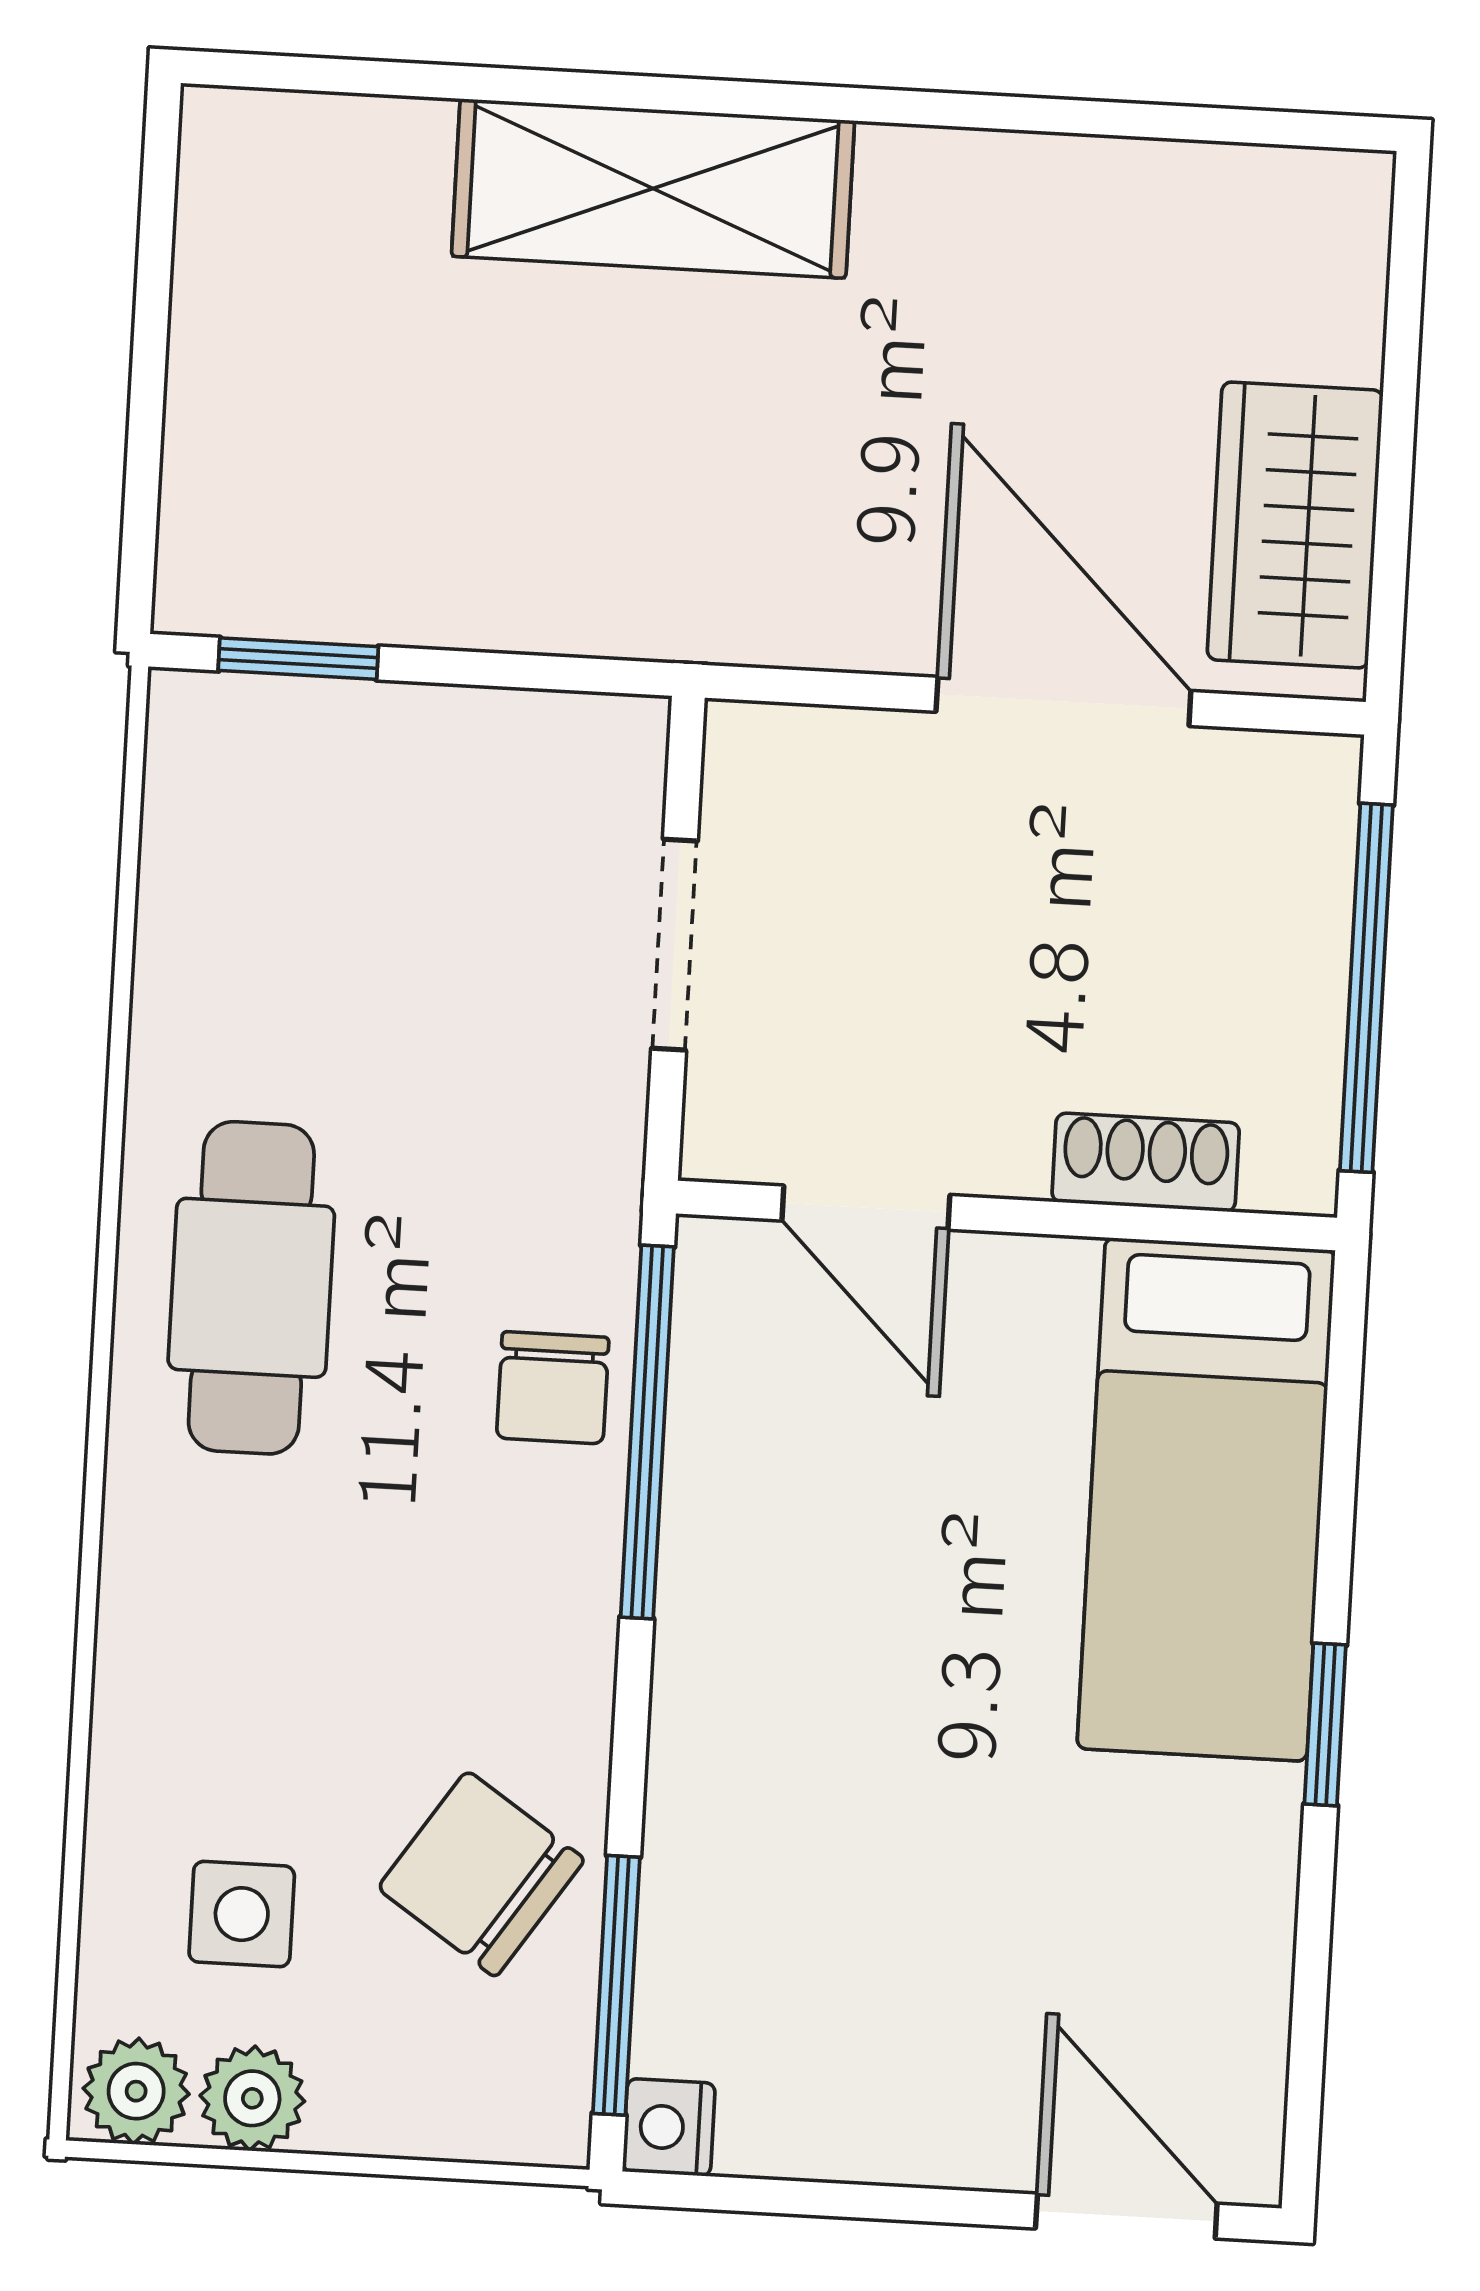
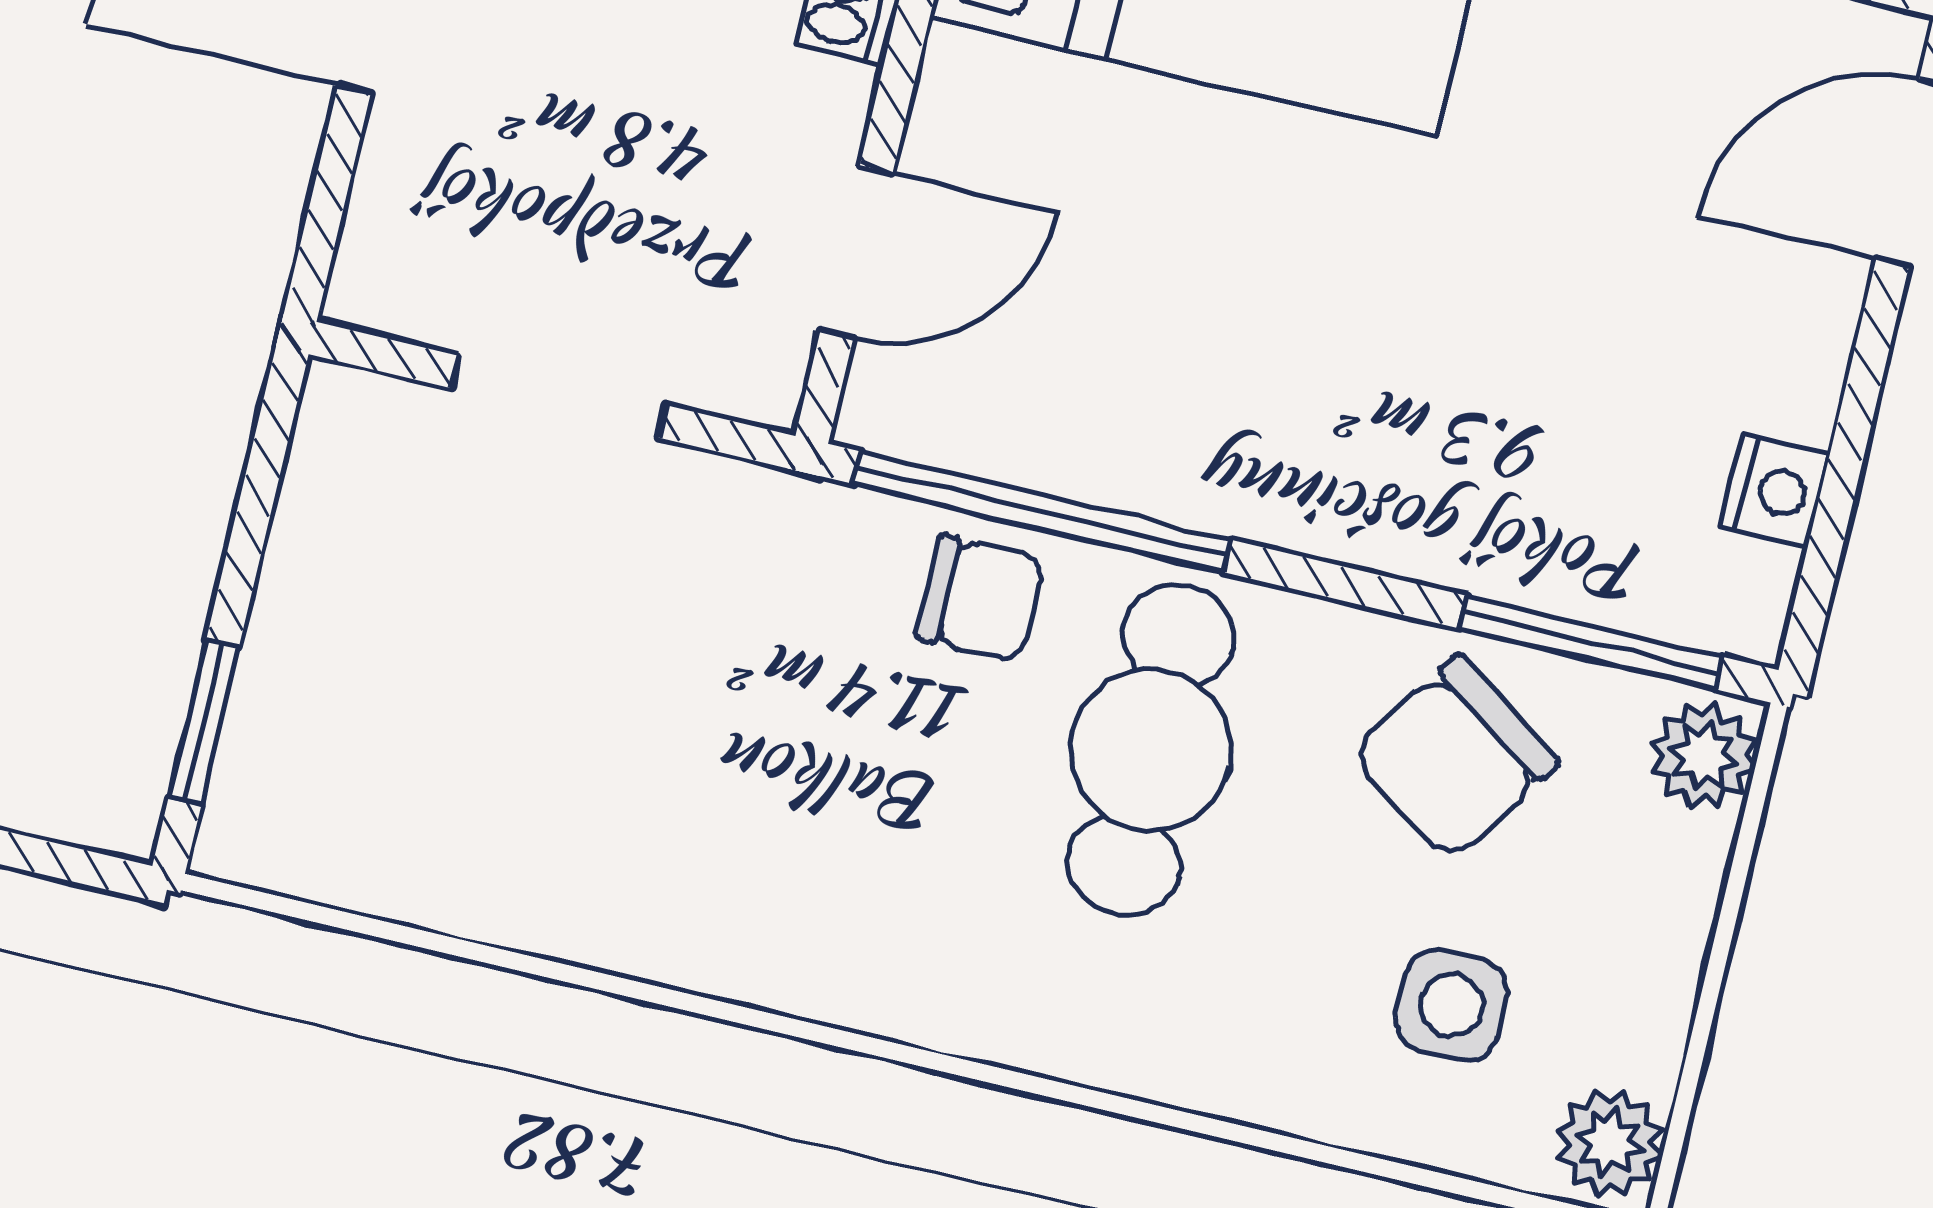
cafe table: (251, 1288) -> (1151, 750), moved, turned 90
plant: (252, 2098) -> (1703, 756), moved
nightstand: (669, 2127) -> (1775, 491), moved, turned -90

